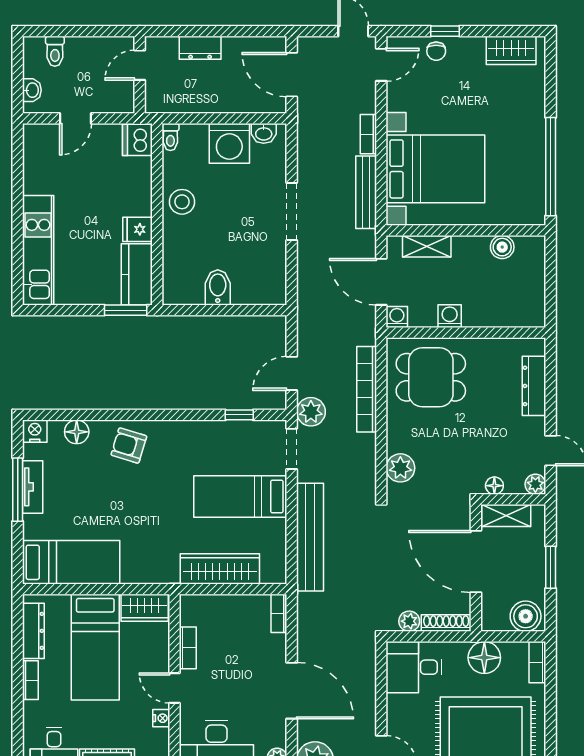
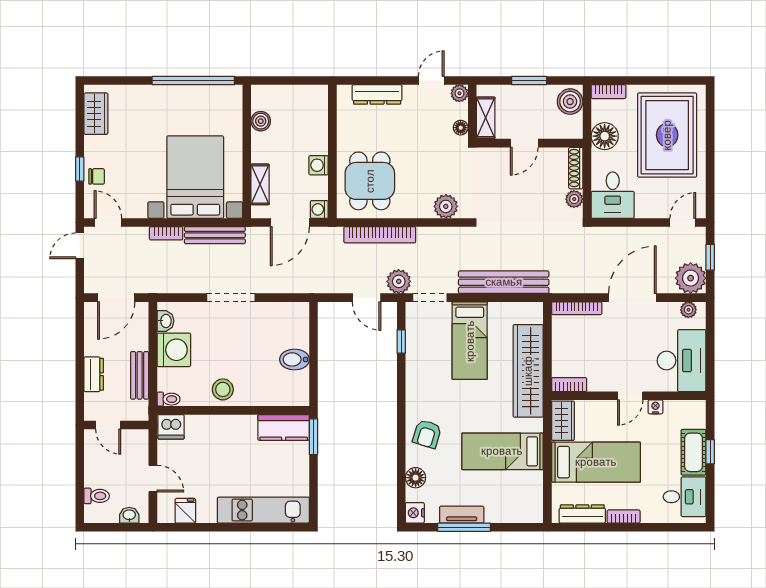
bench: (199, 103) -> (140, 375), added
fridge: (137, 229) -> (185, 511), moved, turned 180
bed: (71, 562) -> (502, 451), moved, turned -90
door: (476, 562) -> (524, 143), width x0.53
wardrobe: (220, 569) -> (528, 371), width x1.40, depth x1.17
bookcase: (279, 613) -> (577, 308), width x1.56
bookcase: (188, 648) -> (569, 385), moved

